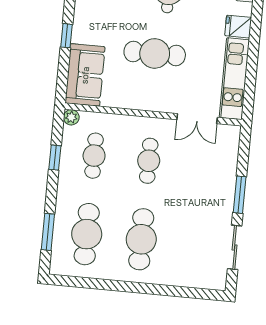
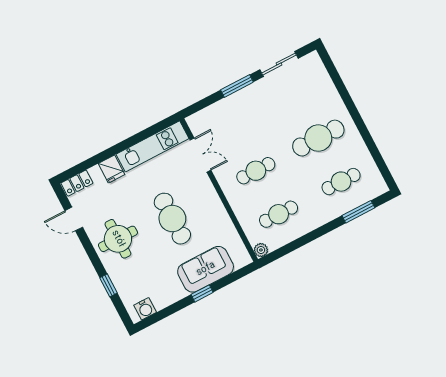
sofa: (85, 75) -> (206, 269), moved
window: (55, 158) -> (299, 243), removed
cafe table: (87, 234) -> (341, 182), width x0.73, depth x0.74

